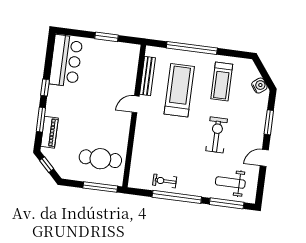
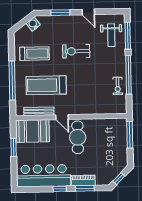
bar counter: (66, 61) -> (44, 176), width x1.36
booth: (124, 64) -> (33, 131), added
piano: (49, 132) -> (83, 180), moved
cafe table: (100, 159) -> (78, 137), moved

